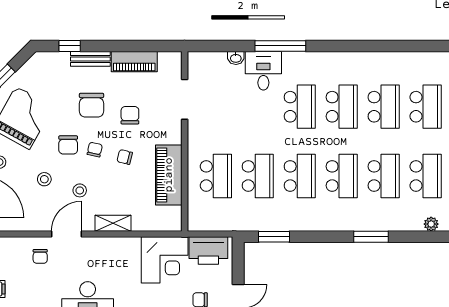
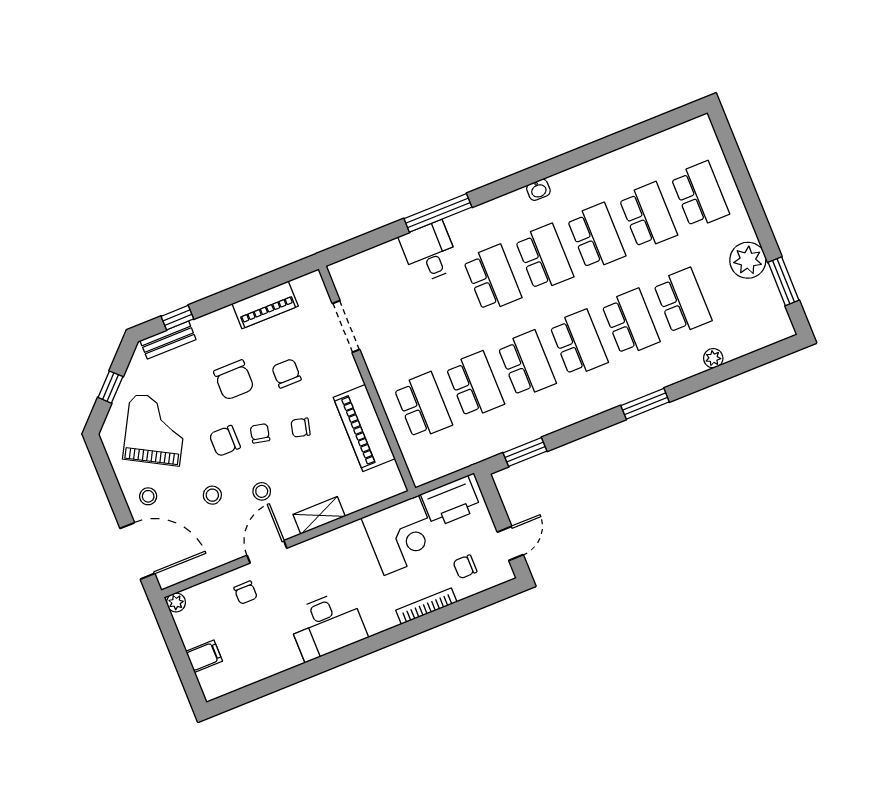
washbasin: (236, 58) -> (538, 190), moved
bench: (90, 59) -> (168, 340), moved
chair: (68, 145) -> (225, 441), turned 90

